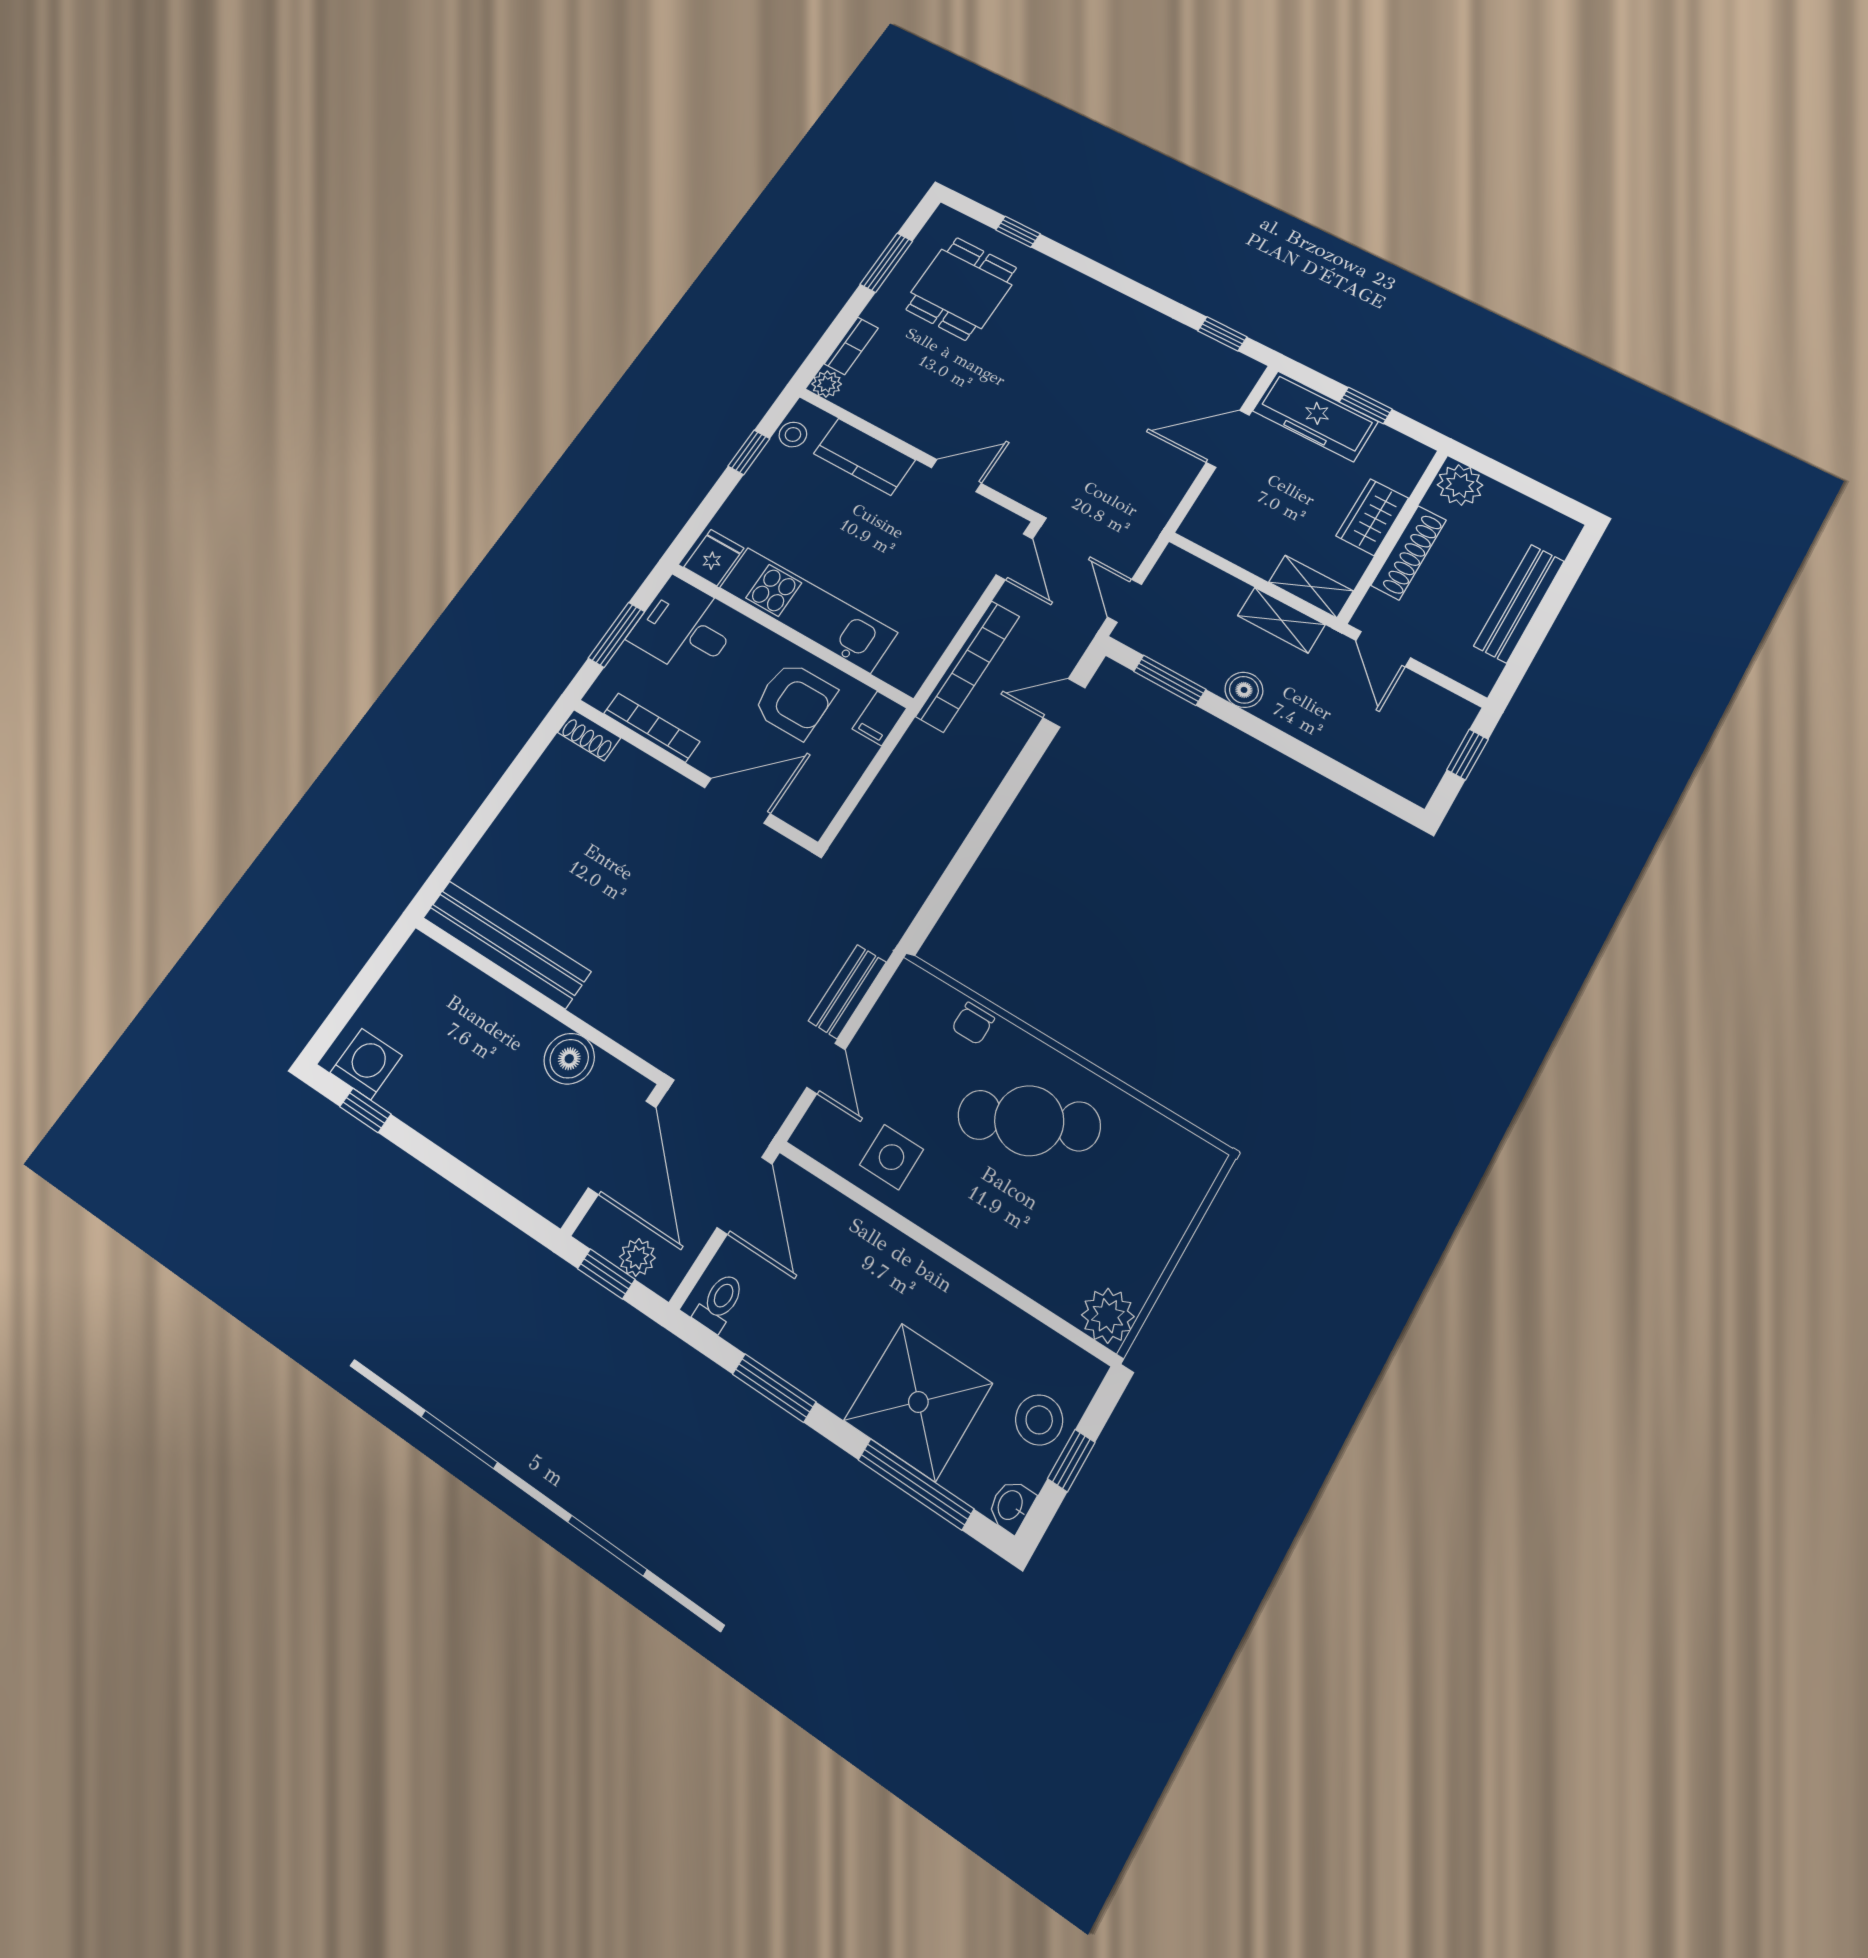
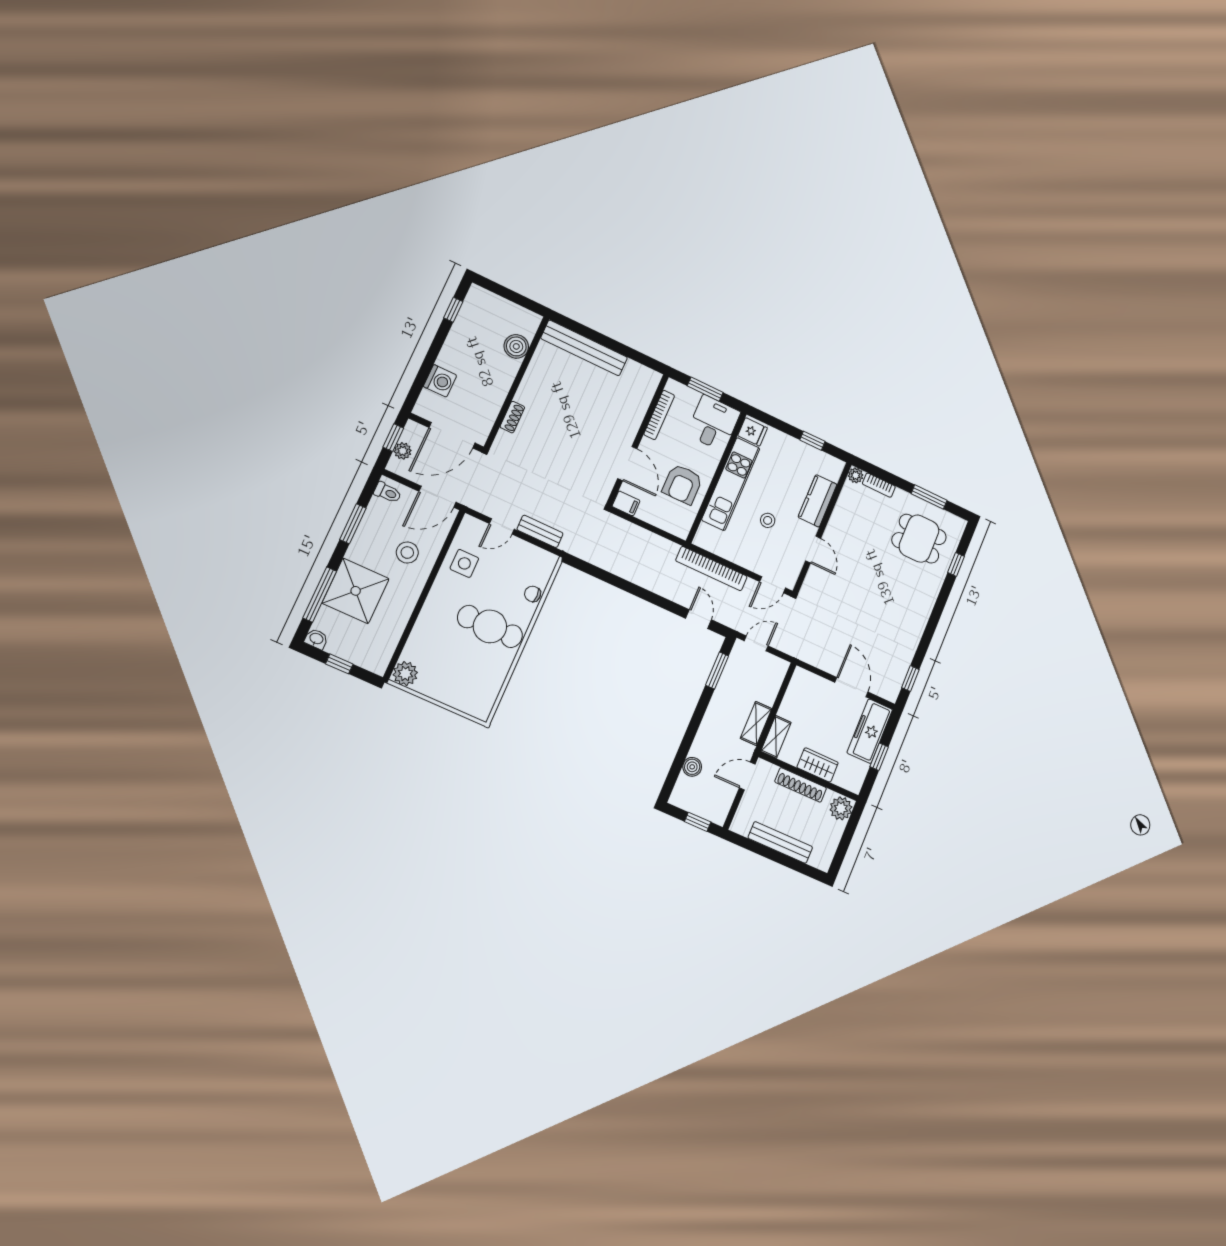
stool: (793, 435) -> (768, 520), moved
boiler: (1244, 690) -> (692, 767), moved
filing cabinet: (879, 719) -> (626, 503), moved, turned 180
shoe rack: (589, 735) -> (512, 417), moved, turned 180
bench: (507, 944) -> (584, 348), moved, turned 90
boiler: (569, 1059) -> (516, 346), moved
washing machine: (366, 1064) -> (440, 381), moved
cafe table: (1029, 1121) -> (490, 626), turned -65
stool: (1039, 1420) -> (407, 553), moved

